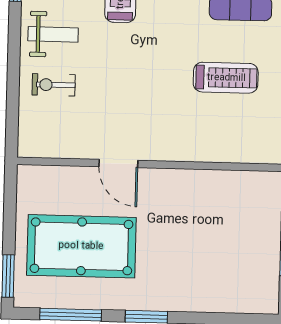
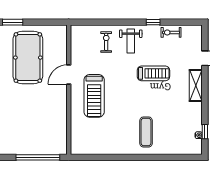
treadmill: (226, 78) -> (94, 96), moved, width x1.37, depth x1.38

